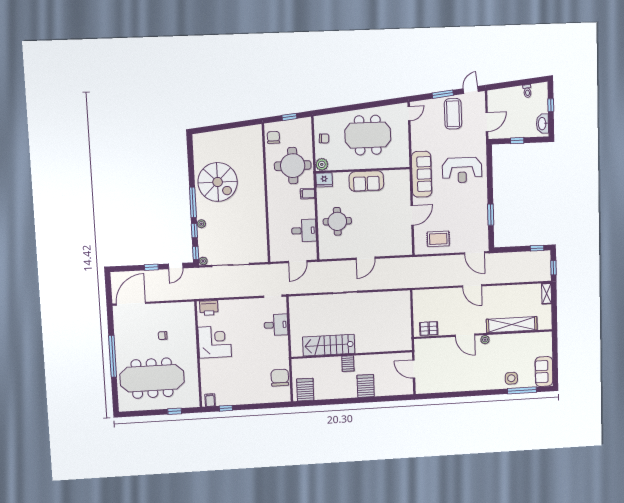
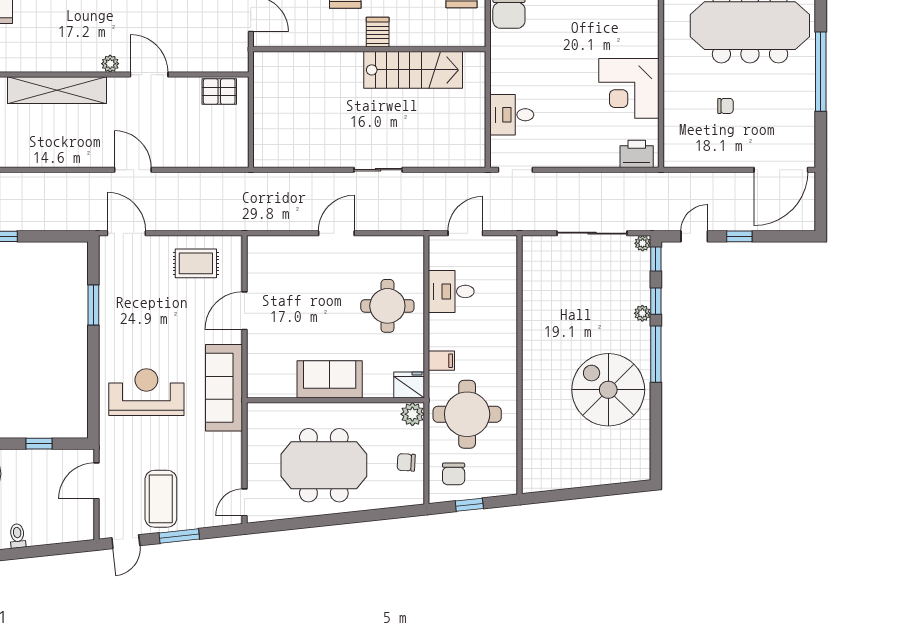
chair: (273, 137) -> (454, 474), moved

